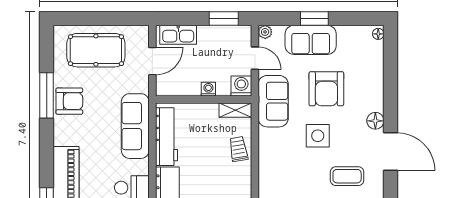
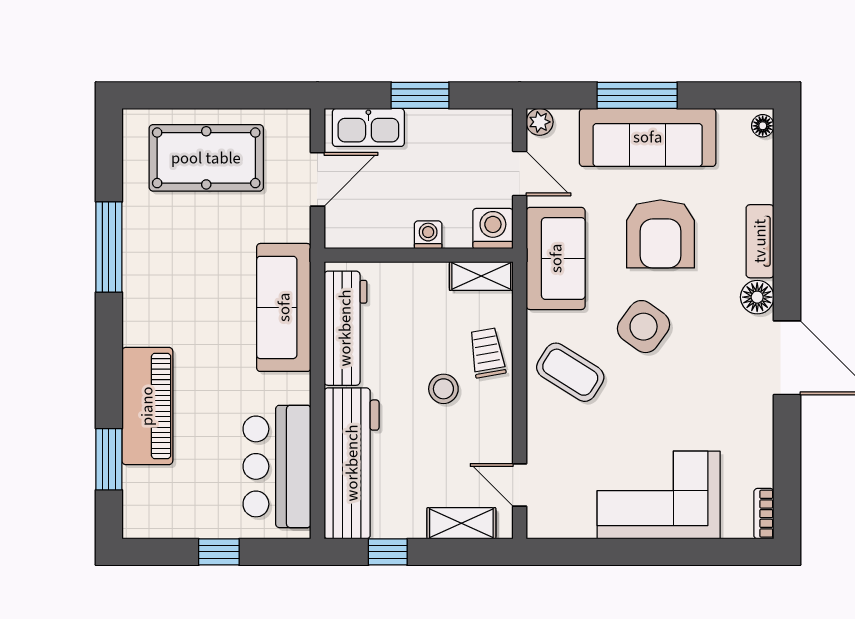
window: (224, 18) -> (420, 95), moved
window: (314, 18) -> (637, 95), width x1.44
sofa: (311, 40) -> (648, 137), width x1.36
tv unit: (377, 92) -> (760, 241), added
armchair: (69, 101) -> (154, 258), removed
side table: (318, 136) -> (644, 327), turned 36
stool: (216, 167) -> (443, 389), added
coffee table: (347, 176) -> (570, 372), moved, turned 32

